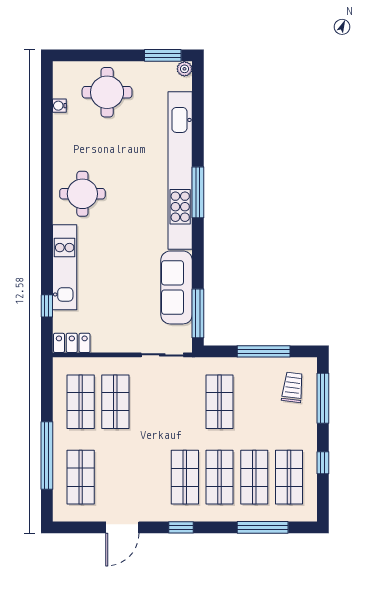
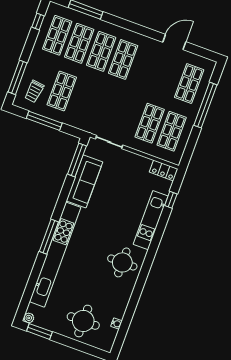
shop shelf: (220, 402) -> (62, 91), moved
window: (323, 463) -> (38, 22), moved
window: (181, 527) -> (137, 28), removed

